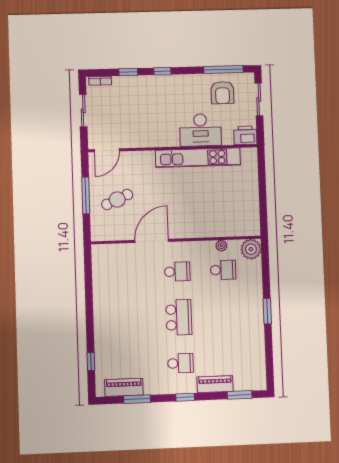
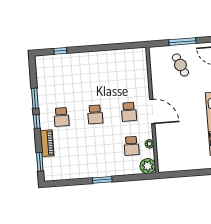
door: (152, 241) -> (152, 111), moved
school desk: (179, 317) -> (95, 114), width x0.54
piano: (124, 387) -> (42, 76), removed
window: (137, 399) -> (35, 98), moved

